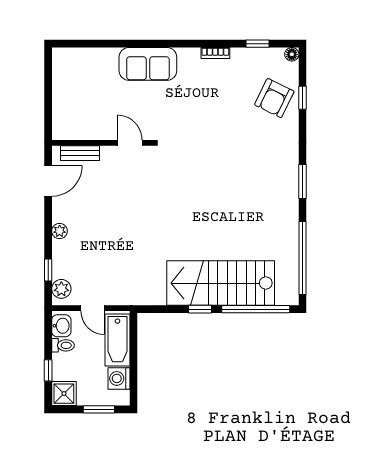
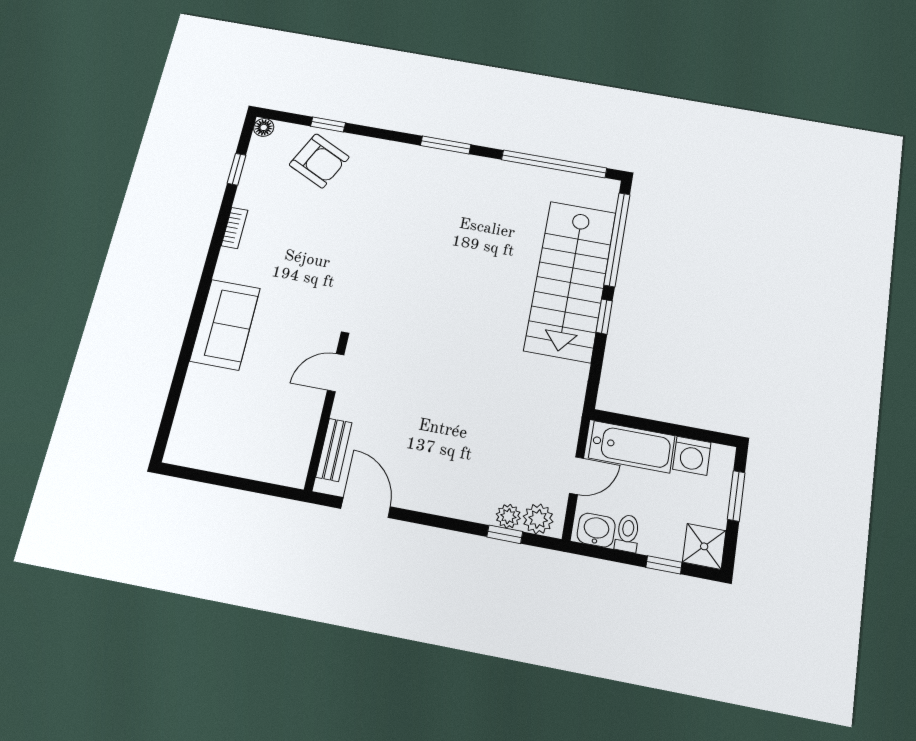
plant: (60, 231) -> (508, 516), moved

